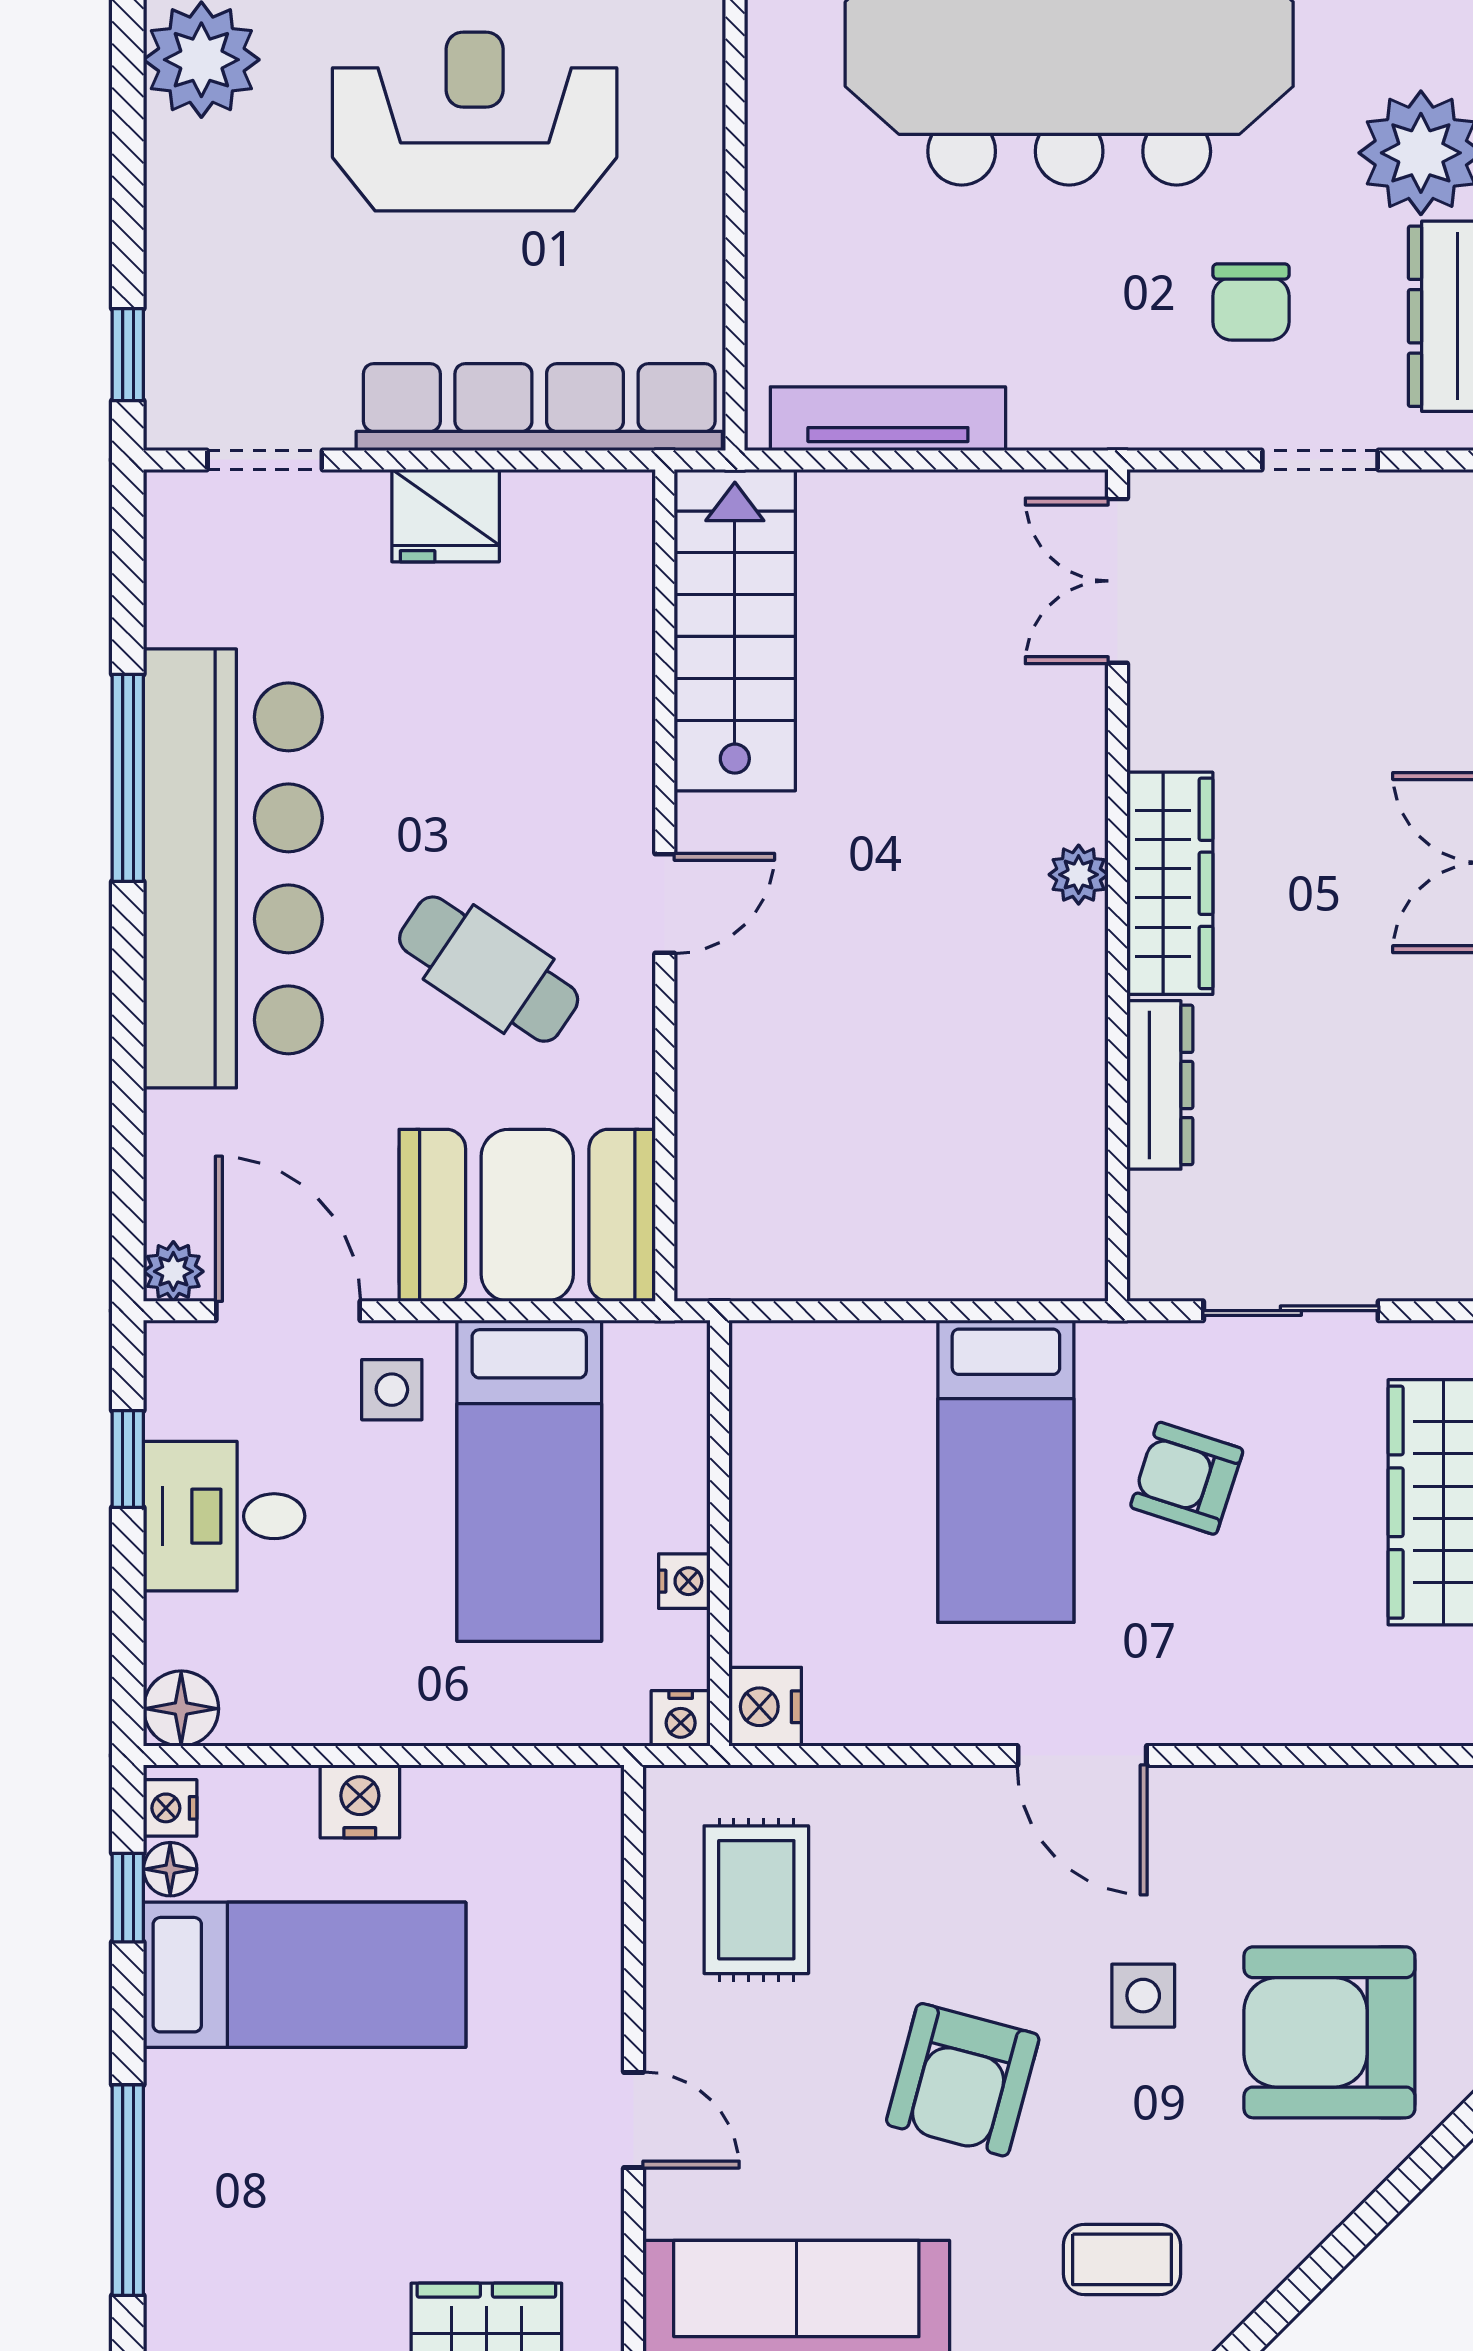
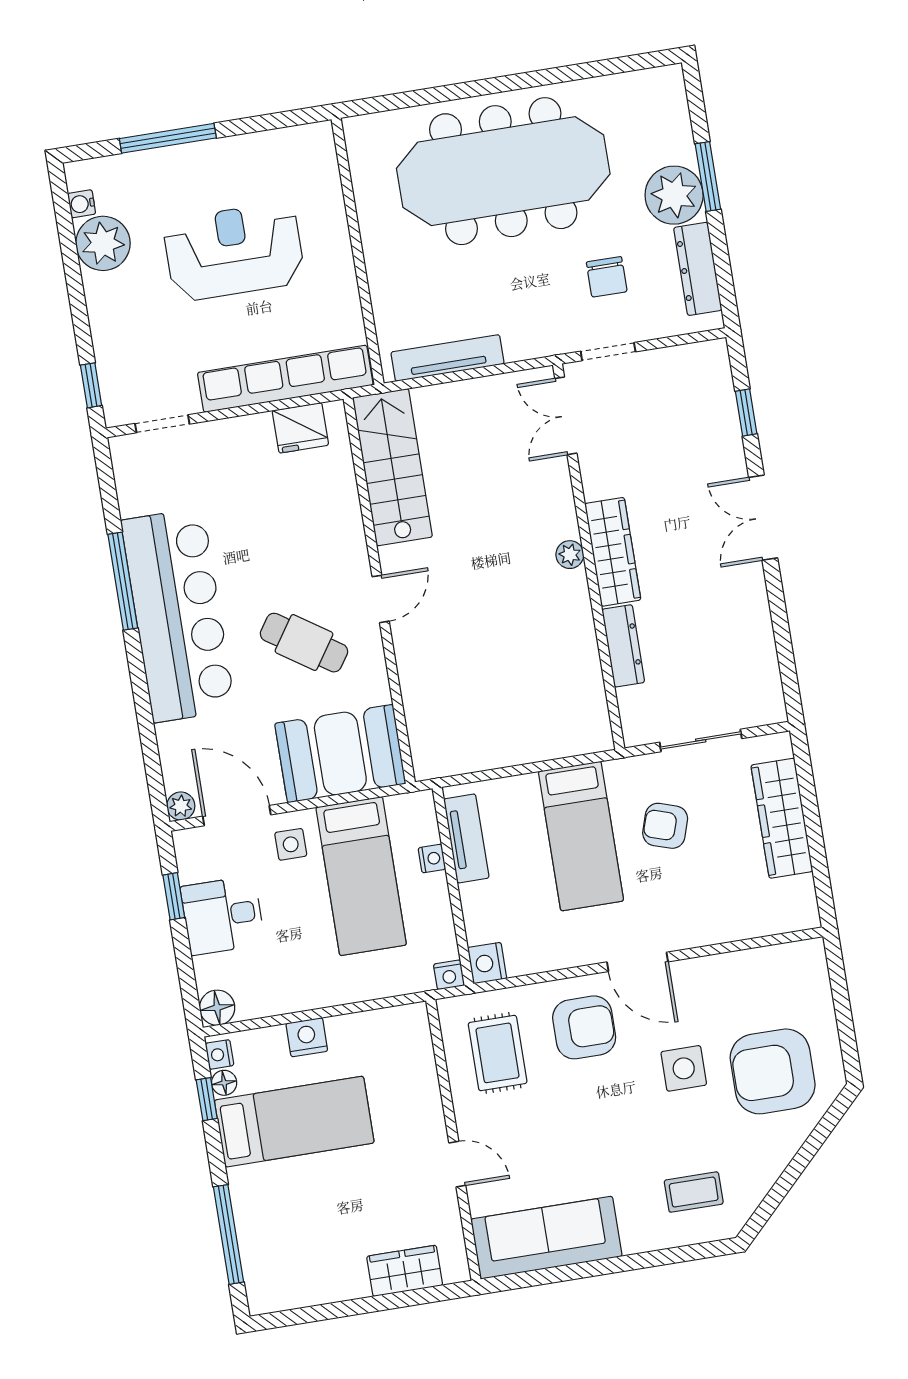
doorway: (1320, 460) -> (608, 352), moved
fridge: (446, 516) -> (300, 428), moved
tv unit: (764, 1437) -> (466, 838), added
nightstand: (684, 1581) -> (432, 859), moved
side table: (1143, 1996) -> (684, 1068), width x1.37, depth x1.37
armchair: (963, 2080) -> (584, 1027), moved, turned -105

